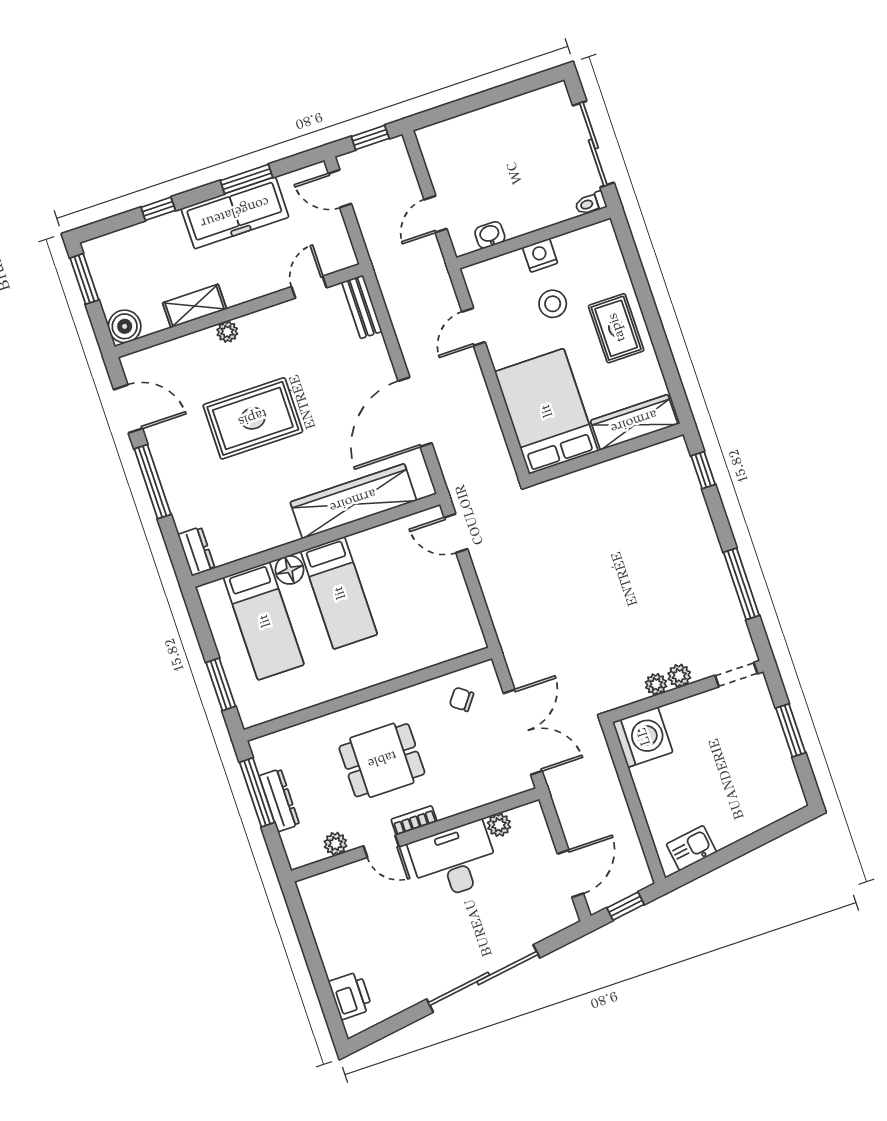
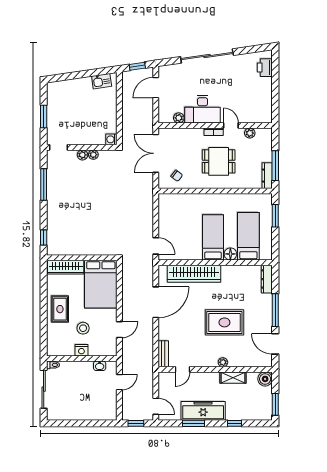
dresser: (196, 551) -> (267, 279), width x1.44
washing machine: (643, 737) -> (111, 139), width x0.53, depth x0.53
dresser: (279, 800) -> (267, 176), moved

